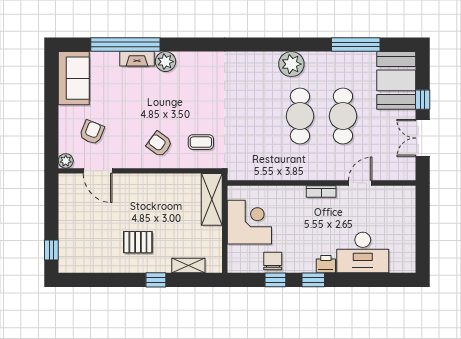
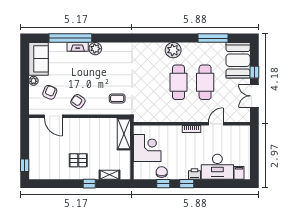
armchair: (159, 144) -> (78, 102), moved
plant: (66, 161) -> (34, 81), moved
filing cabinet: (398, 262) -> (239, 173), added

